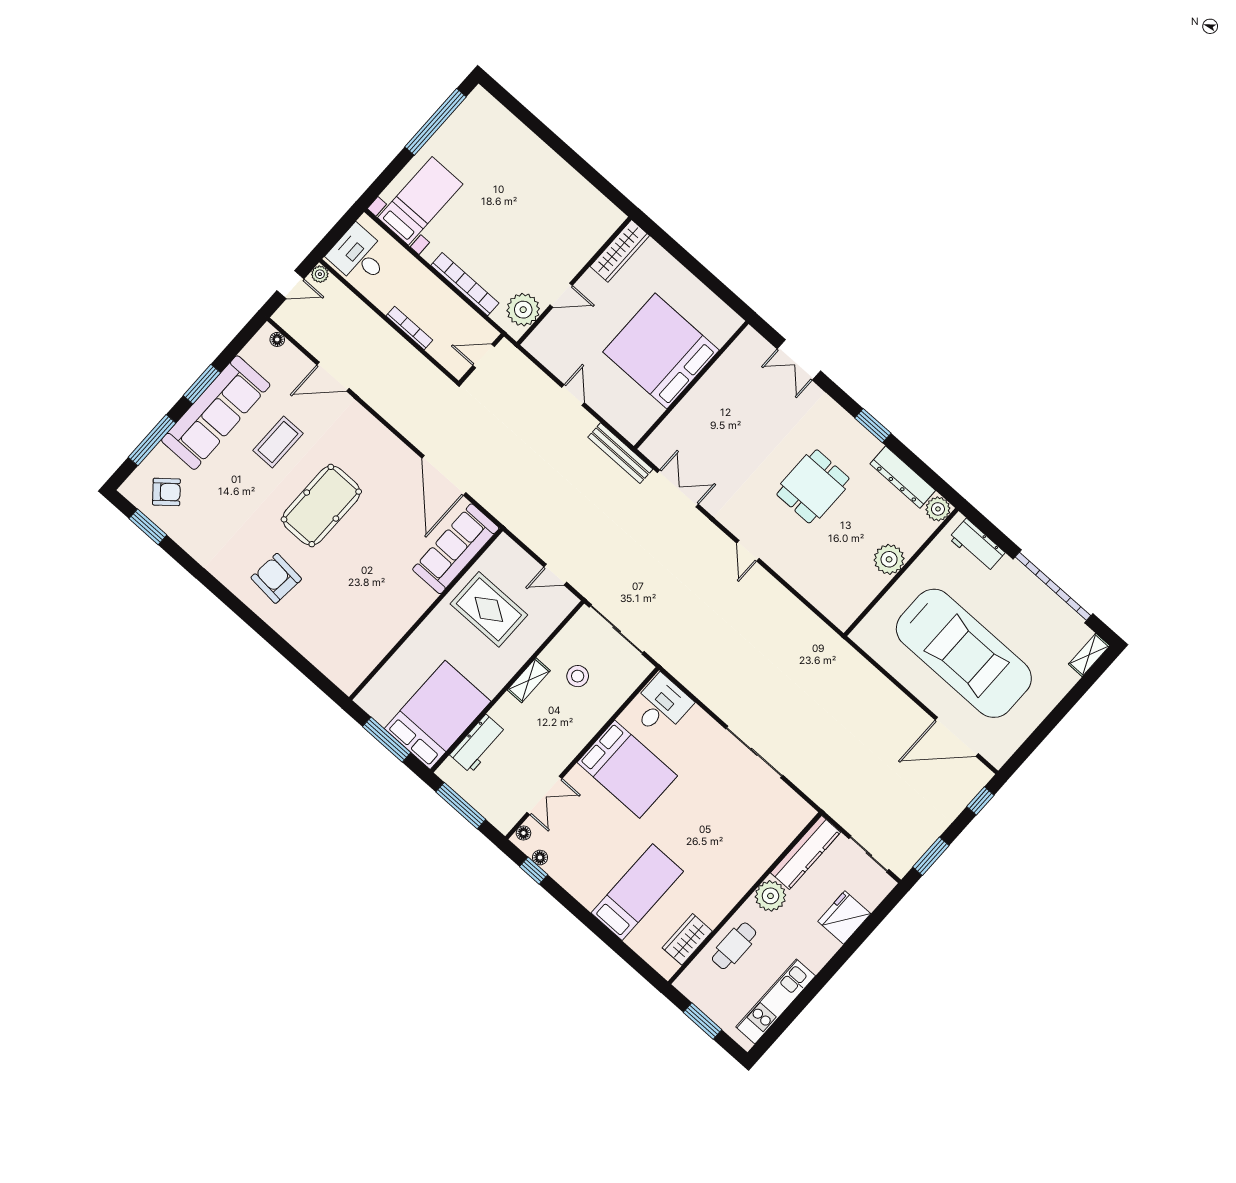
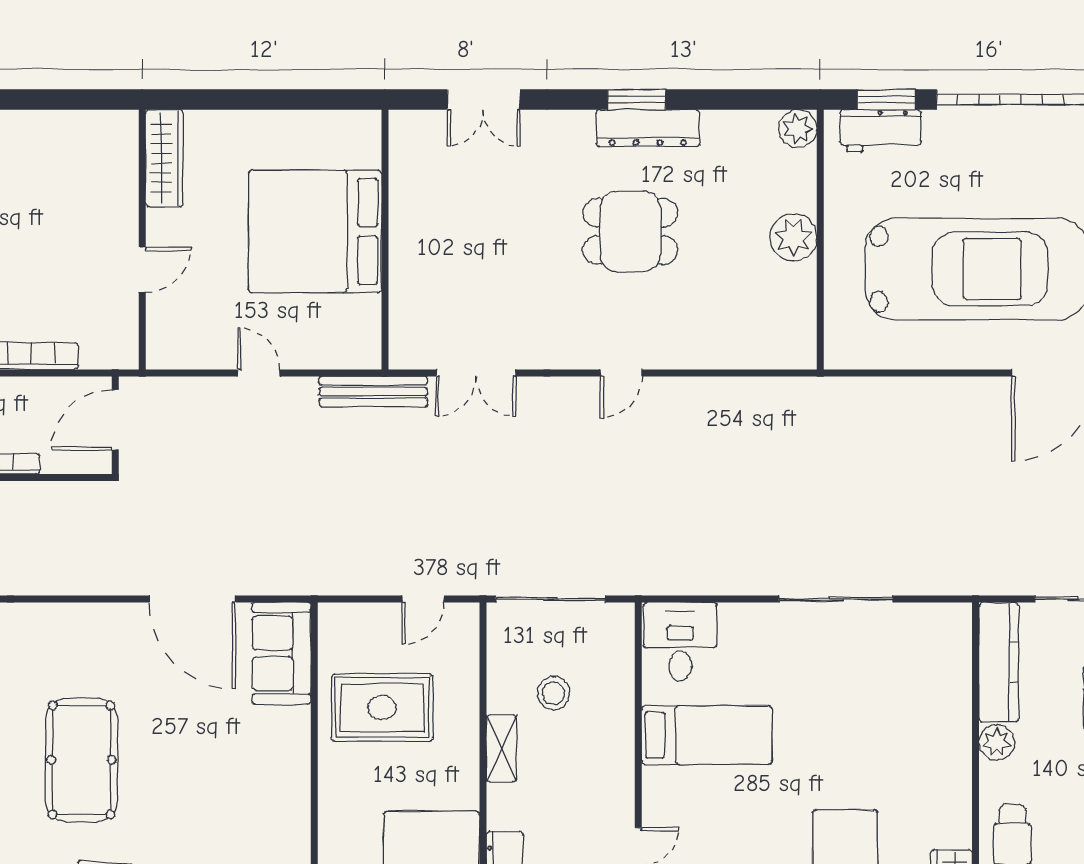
plant: (523, 310) -> (113, 326), removed
door: (484, 356) -> (115, 420), width x1.38
dresser: (903, 477) -> (648, 128), moved
dining table: (813, 486) -> (630, 231), turned 90
double door: (678, 488) -> (476, 373), swing flipped
window: (993, 533) -> (887, 100), added
sofa: (456, 549) -> (281, 653), width x0.73
door: (748, 551) -> (621, 373), hinge flipped
bed: (627, 769) -> (707, 735), width x0.67
plant: (770, 896) -> (997, 742), width x0.73, depth x0.73

